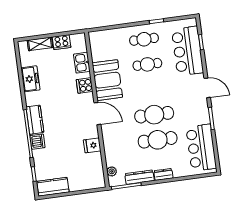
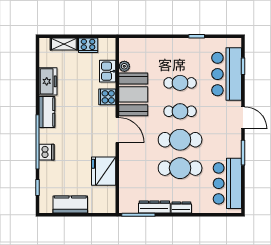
cafe table: (144, 39) -> (180, 111), moved
kitchen counter: (35, 120) -> (47, 112), moved
fridge: (92, 145) -> (104, 171), width x1.88, depth x1.34
plant: (112, 171) -> (124, 66), moved
kitchen counter: (53, 187) -> (70, 205), moved

